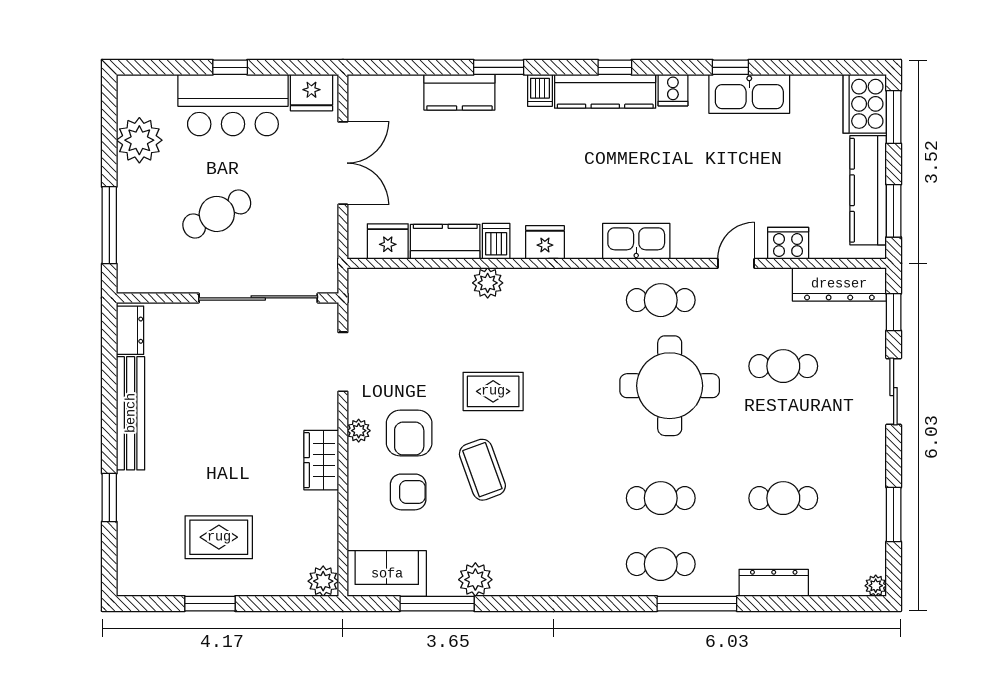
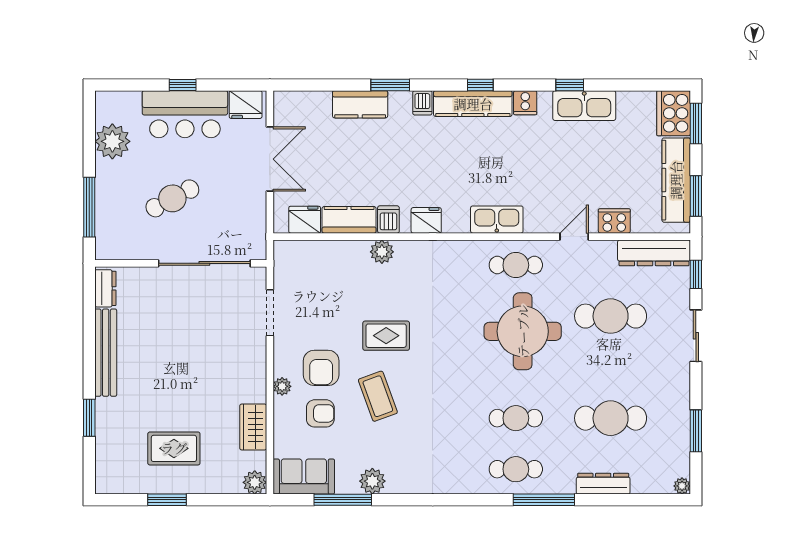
cafe table: (783, 366) -> (611, 316), width x1.37, depth x1.35
plant: (359, 431) -> (282, 386), moved
wardrobe: (321, 460) -> (253, 427), moved
cafe table: (783, 498) -> (611, 418), width x1.37, depth x1.35

